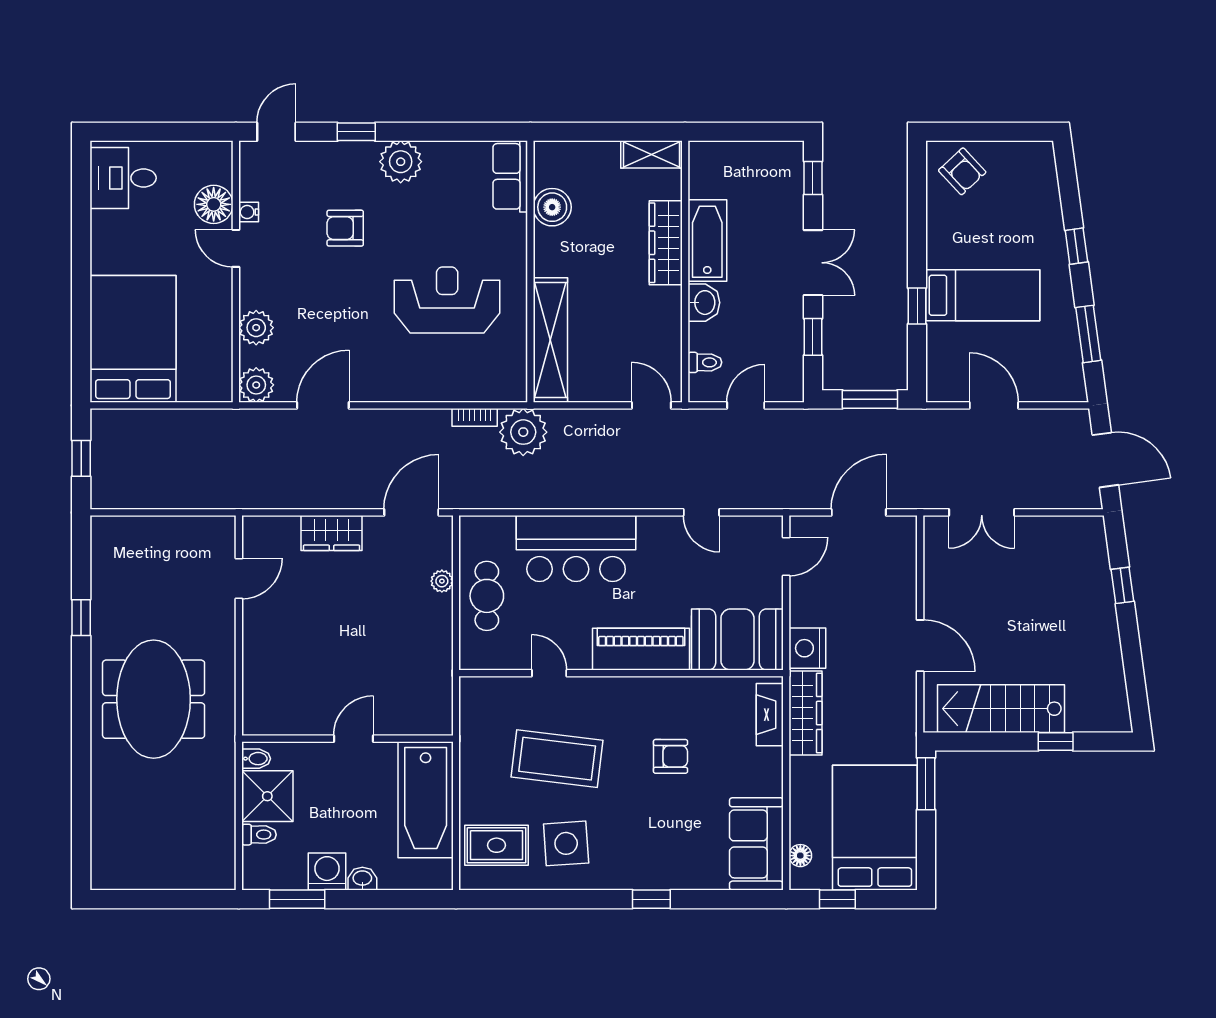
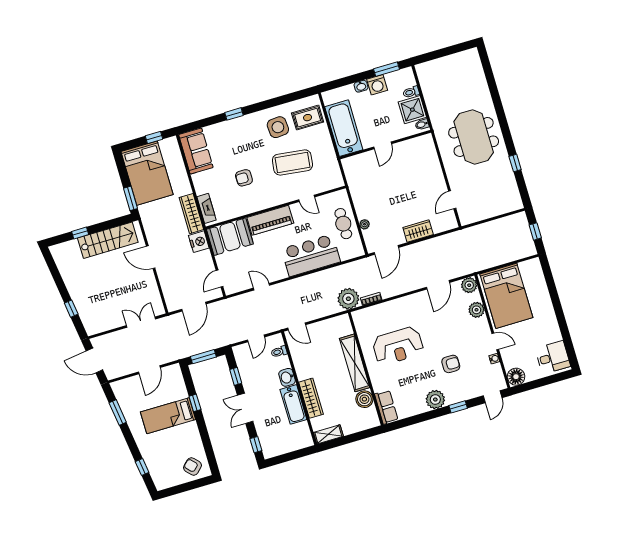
floor lamp: (214, 204) -> (516, 377), moved
window: (1076, 246) -> (142, 467), moved
bed: (133, 339) -> (506, 296), moved
shelving: (550, 340) -> (355, 363), moved
door: (994, 405) -> (149, 370), hinge flipped
floor lamp: (800, 856) -> (176, 152), removed

